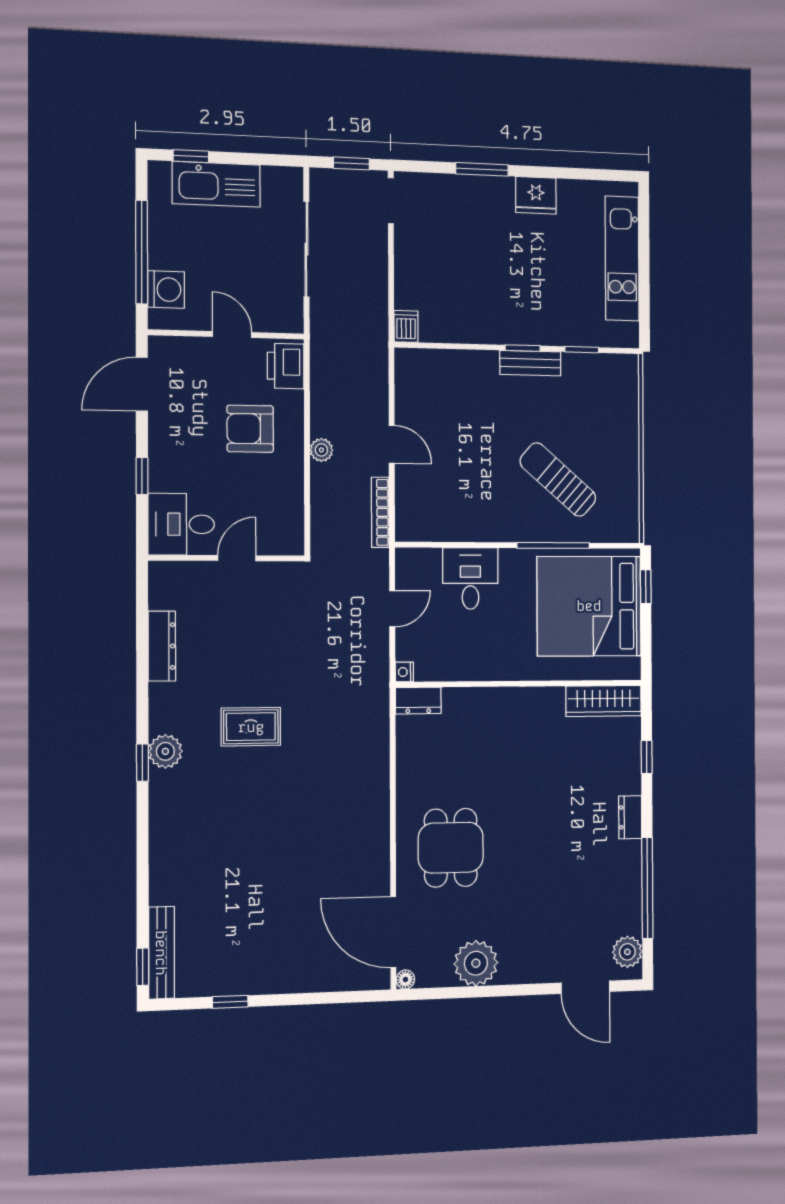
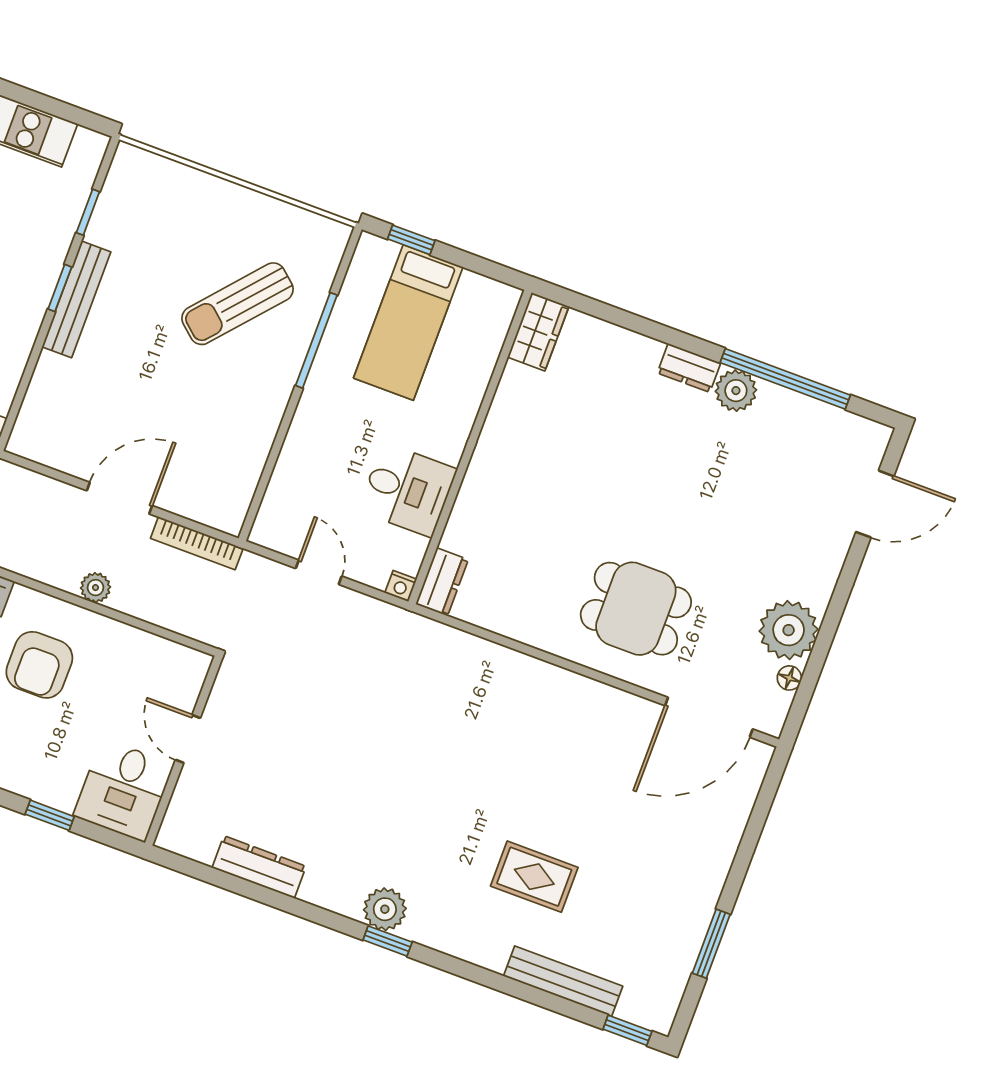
bench: (530, 363) -> (76, 299), width x1.36
door: (392, 444) -> (120, 498), width x1.38
desk: (470, 578) -> (408, 490), moved, turned 180
bed: (589, 606) -> (408, 323), width x0.49
wardrobe: (604, 701) -> (538, 332), width x0.67
rug: (251, 727) -> (534, 877), moved, turned 90
window: (647, 757) -> (623, 319), removed
plant: (627, 952) -> (736, 391), moved
bench: (161, 953) -> (563, 981), moved
floor lamp: (405, 979) -> (789, 678), moved
window: (230, 1002) -> (711, 944), width x1.50

